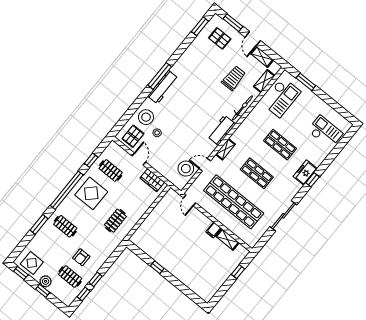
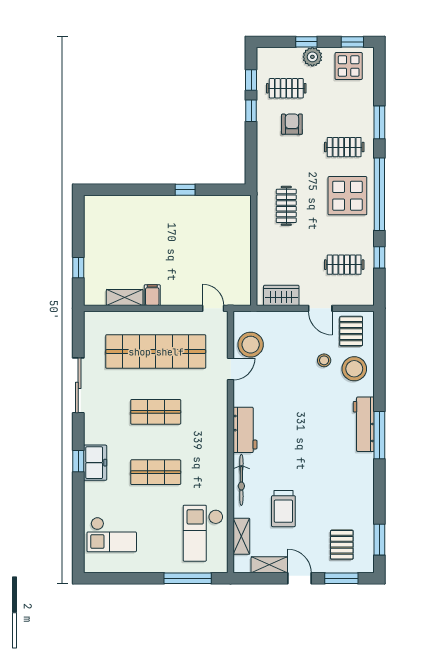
pallet: (220, 38) -> (342, 545), turned 90
window: (306, 82) -> (188, 578), width x1.44
shelving: (225, 149) -> (220, 410), removed
display table: (91, 193) -> (347, 196), moved

